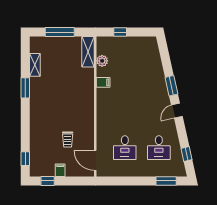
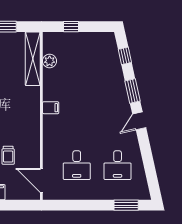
shelving: (88, 52) -> (33, 59), width x1.47
filing cabinet: (103, 82) -> (51, 108), moved
window: (186, 154) -> (125, 56), moved

